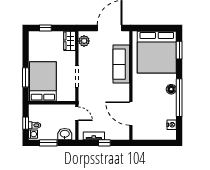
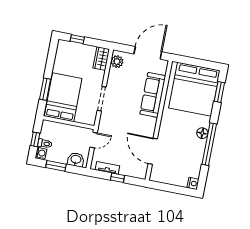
door: (77, 114) -> (94, 140), hinge flipped
nightstand: (172, 125) -> (193, 183), moved

